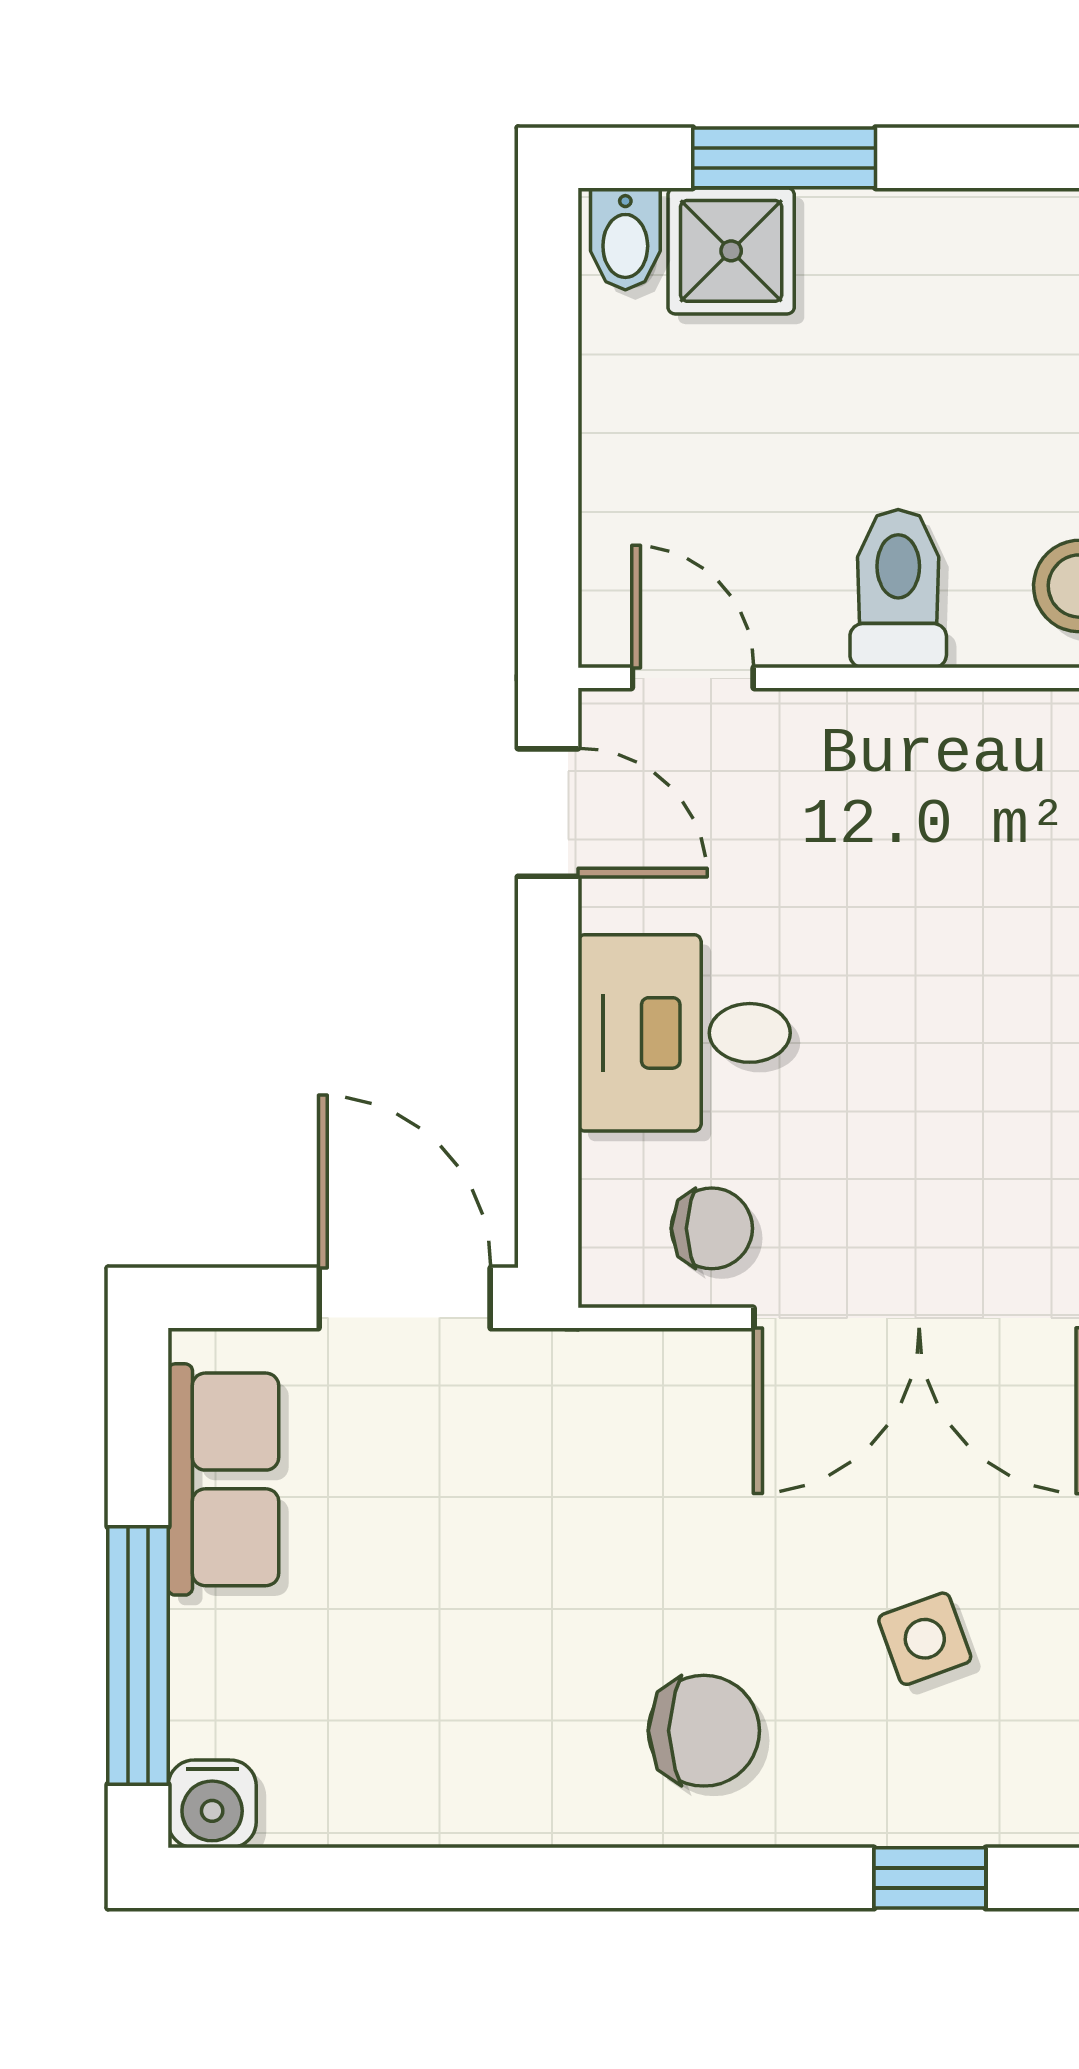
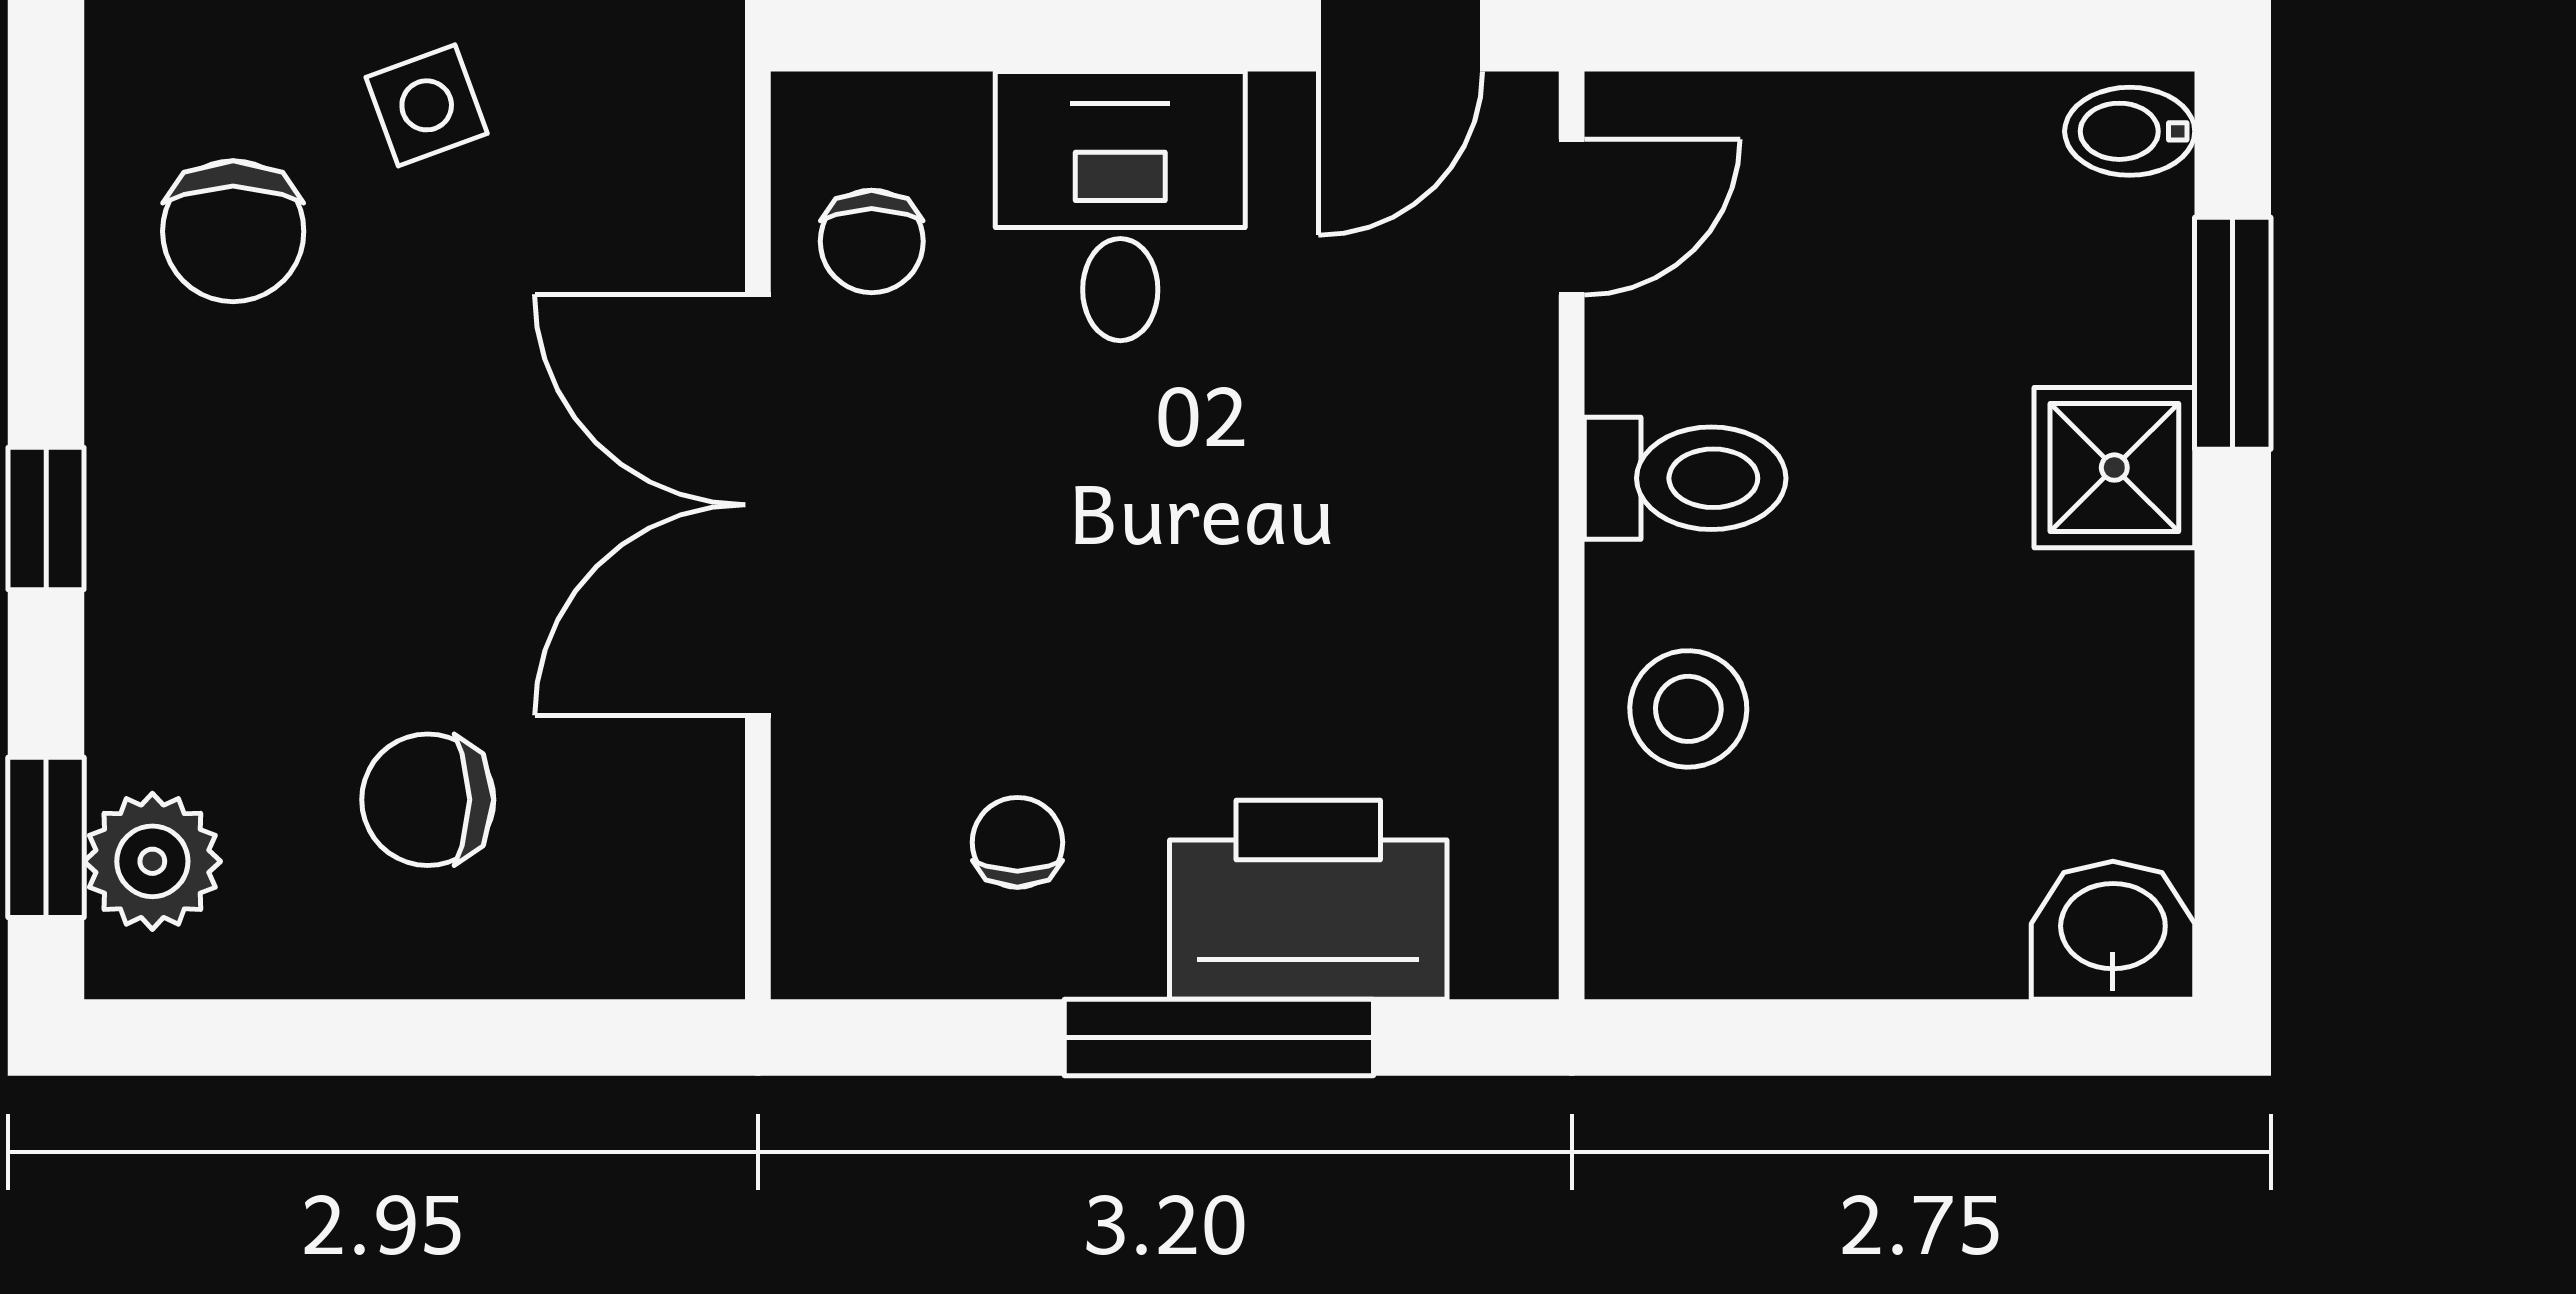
shower: (731, 251) -> (2114, 468), moved
side table: (925, 1639) -> (427, 105), moved

